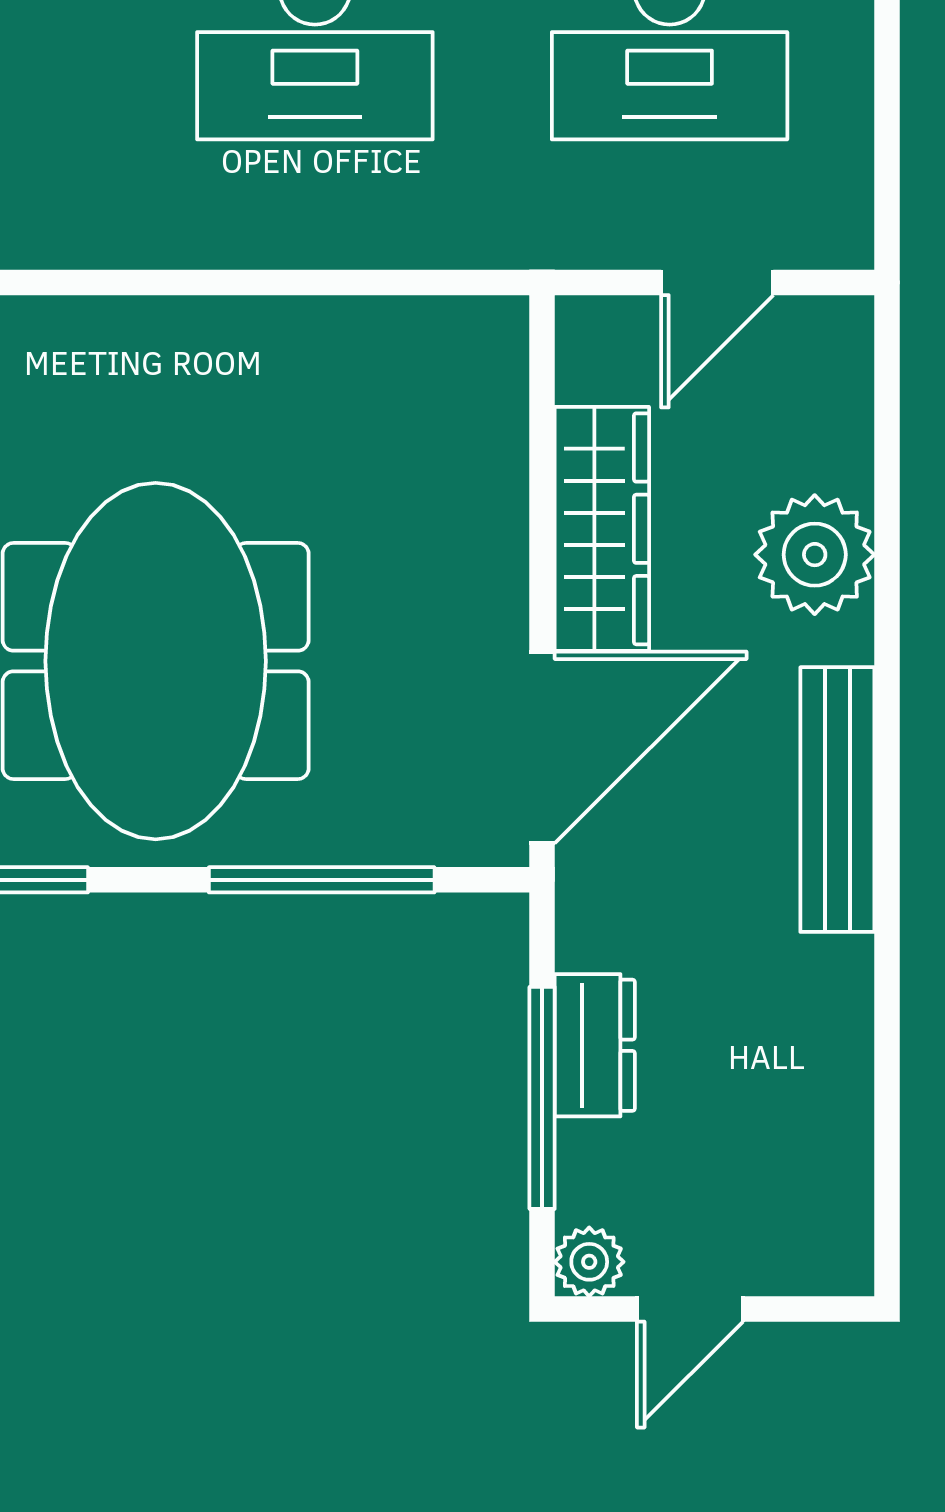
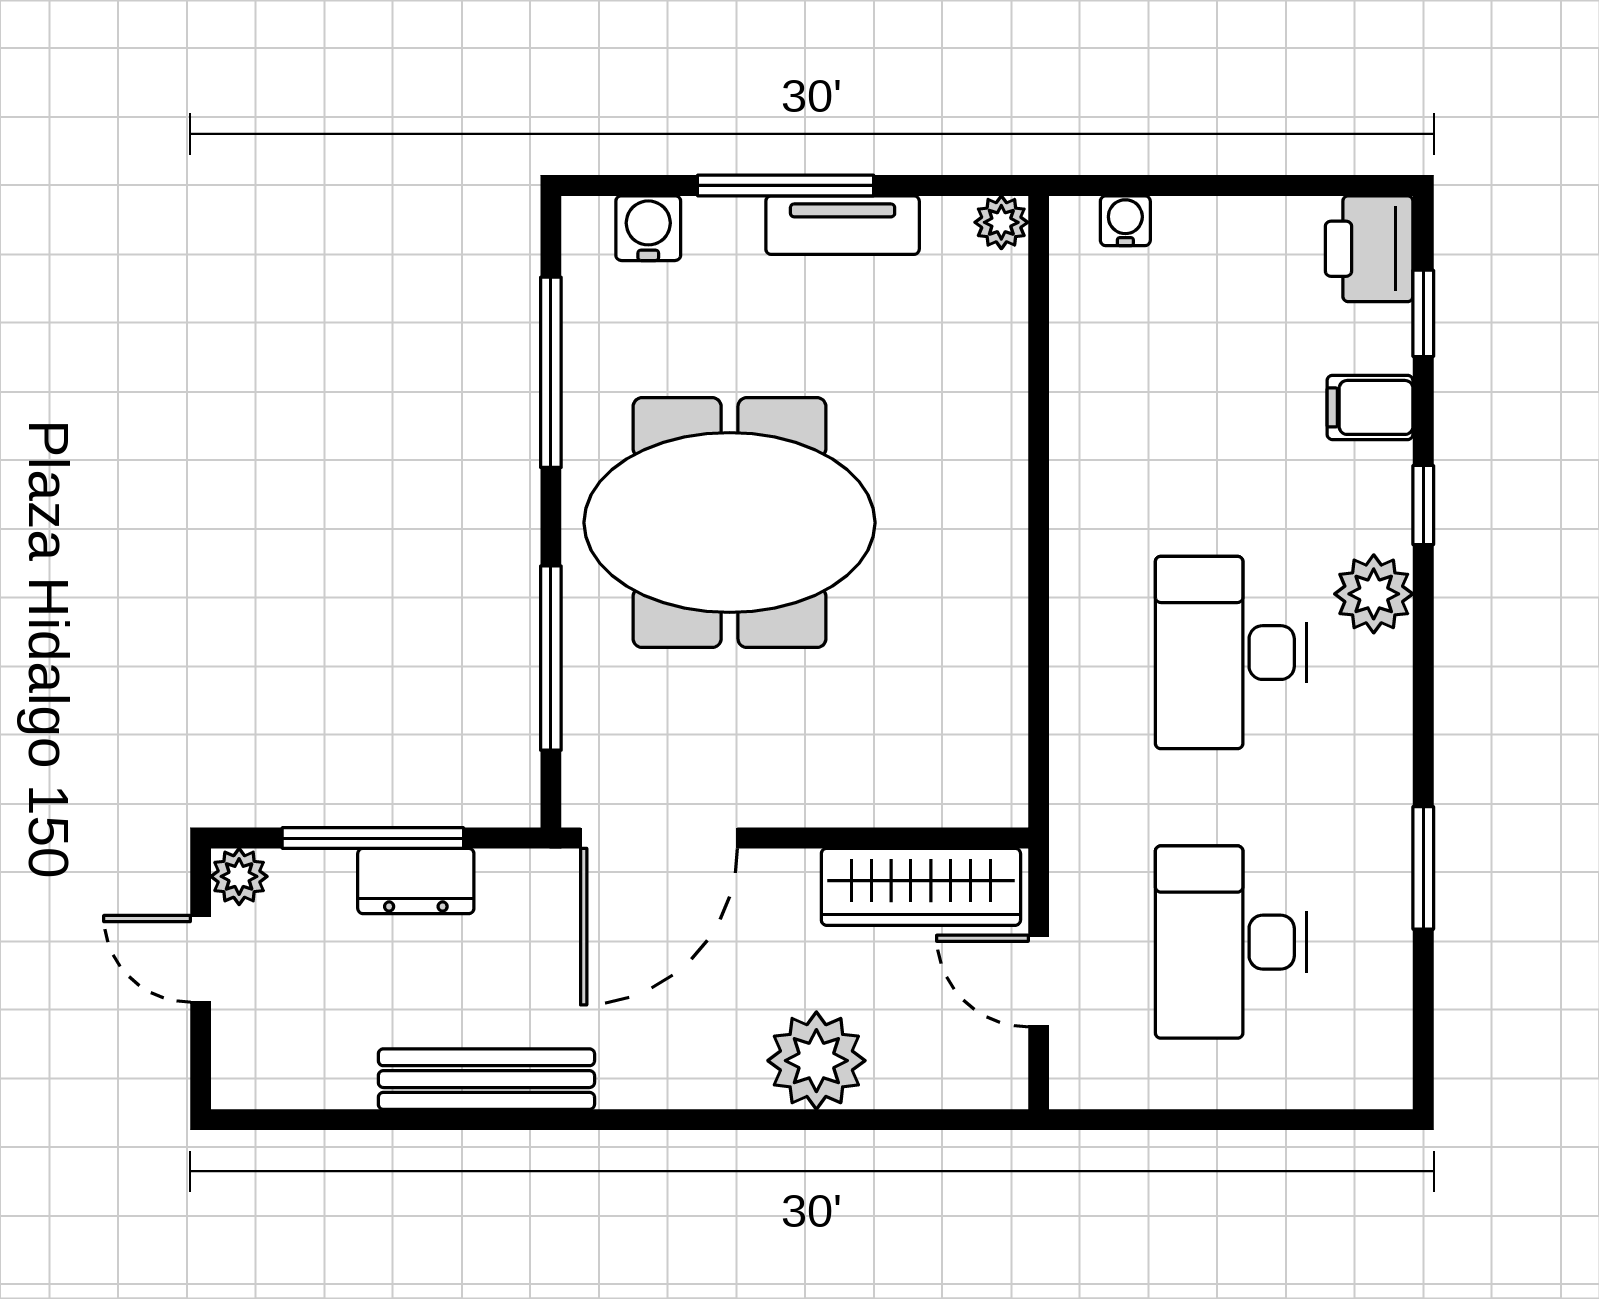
wardrobe: (602, 529) -> (921, 887), moved
door: (542, 747) -> (659, 838), hinge flipped
bench: (837, 800) -> (486, 1079), moved

